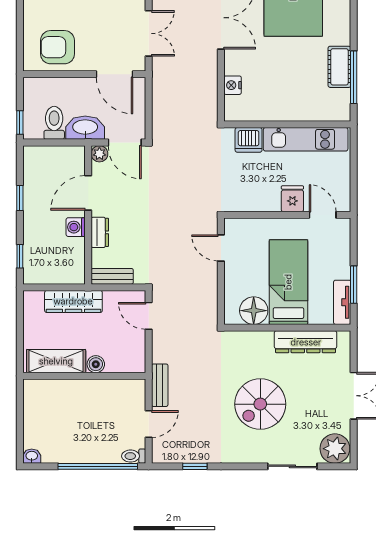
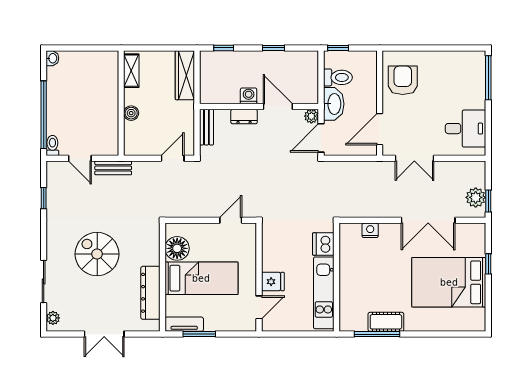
wardrobe: (73, 301) -> (185, 75), moved
shelving: (56, 361) -> (131, 71), width x0.67, depth x0.75
plant: (335, 449) -> (53, 318), width x0.53, depth x0.53

